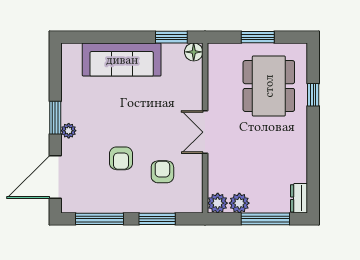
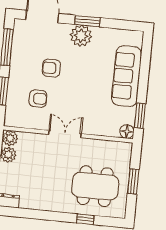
plant: (69, 131) -> (81, 36), width x1.87, depth x1.87

